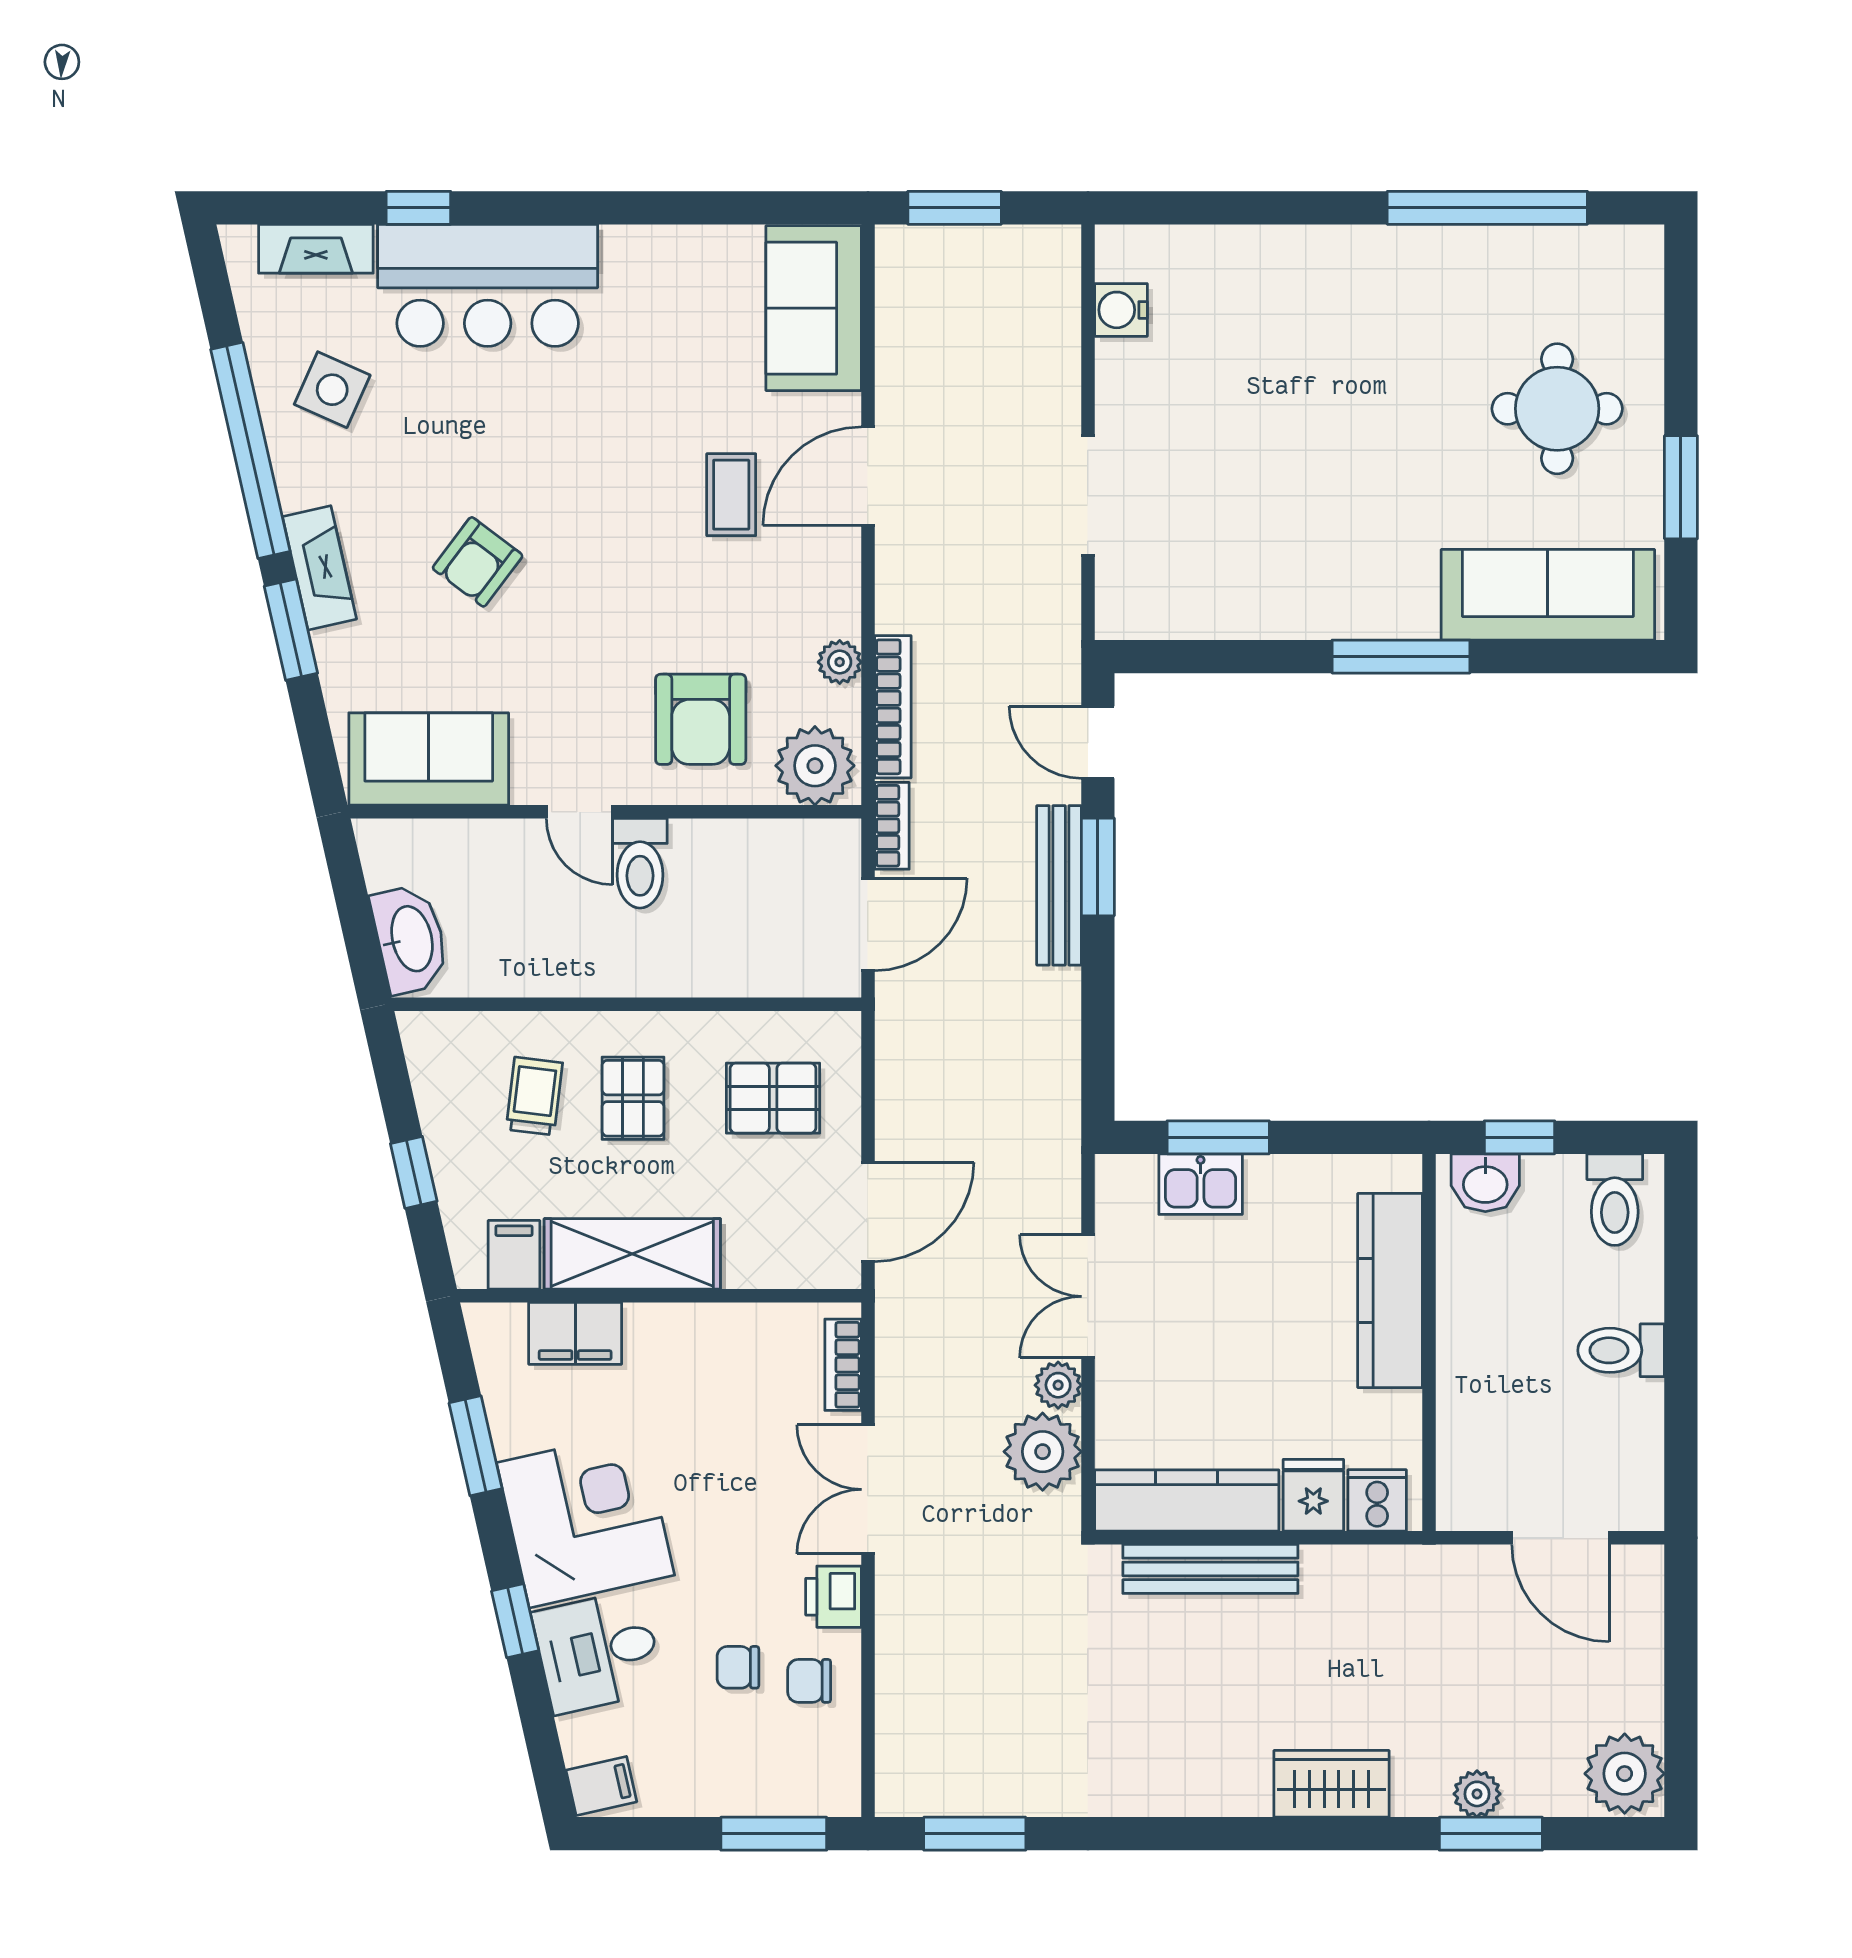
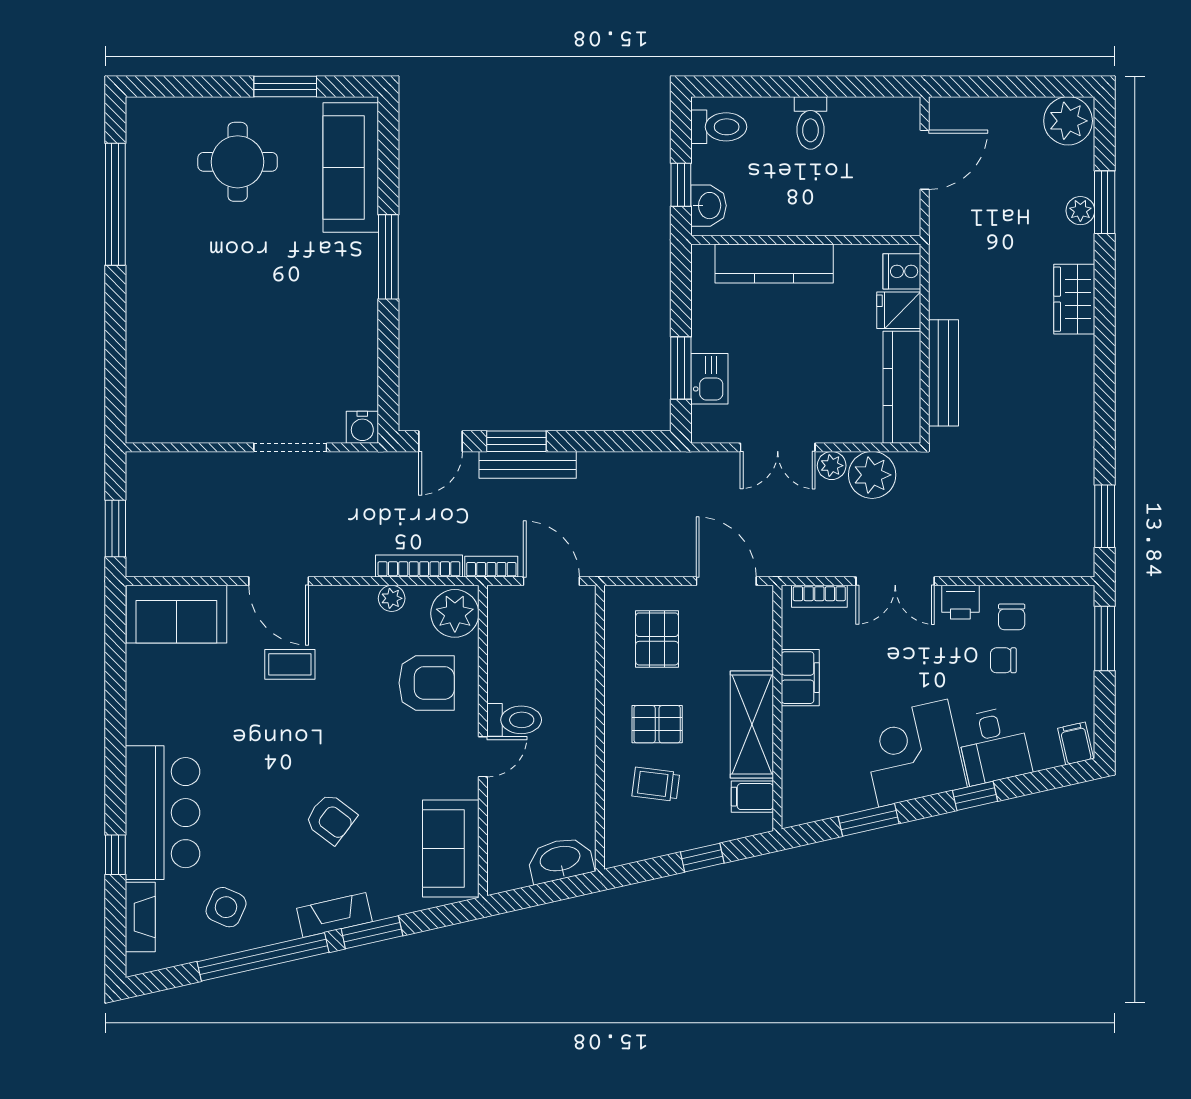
water cooler: (1121, 310) -> (362, 427), moved
filing cabinet: (575, 1333) -> (800, 678), moved
chair: (738, 1667) -> (1003, 660), turned 90

